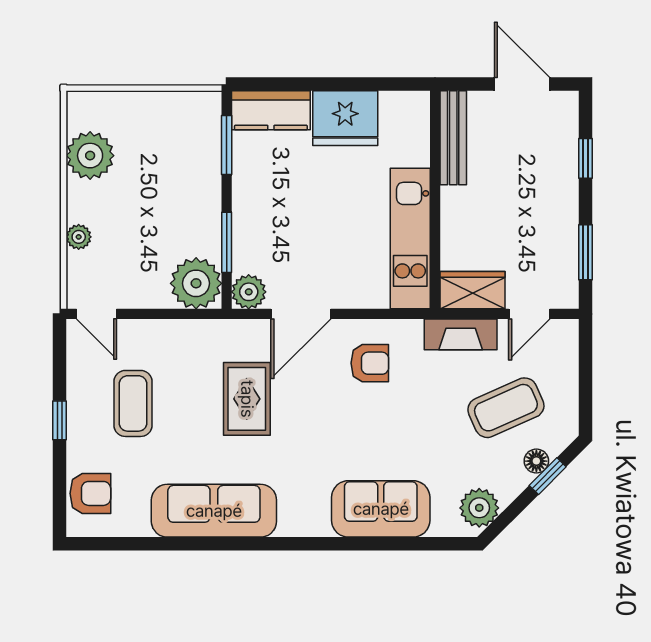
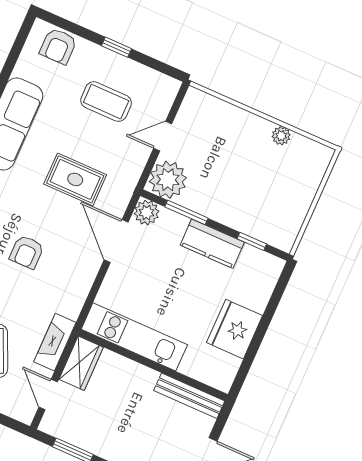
kitchen counter: (271, 110) -> (212, 244), moved, turned -90
window: (227, 145) -> (252, 241), width x0.67
plant: (90, 156) -> (281, 136), width x0.53, depth x0.53
plant: (79, 237) -> (234, 115), removed
door: (97, 314) -> (163, 136), moved
armchair: (370, 363) -> (27, 252), moved

